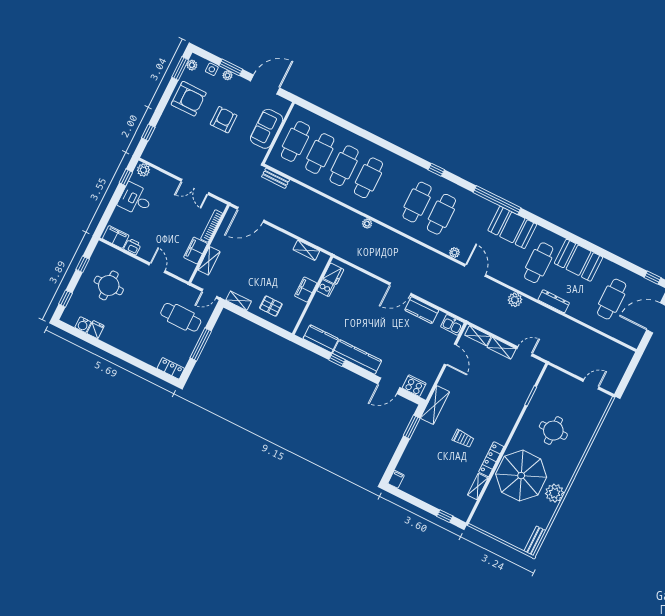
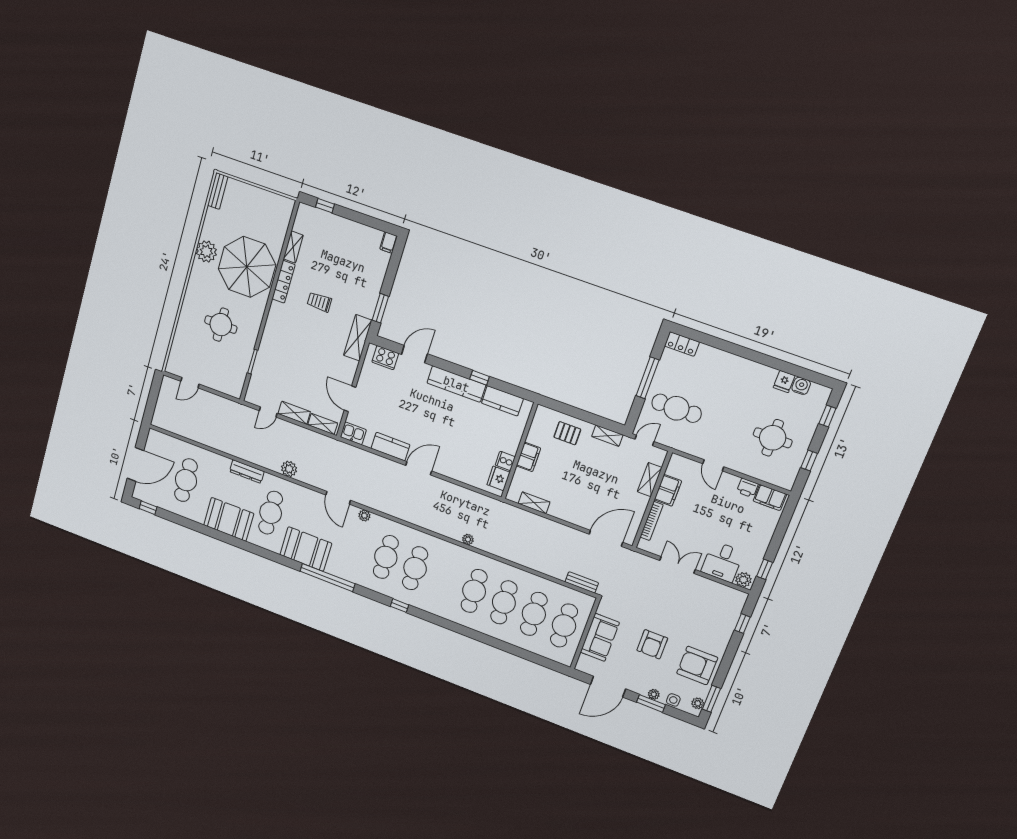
desk: (135, 199) -> (722, 562), moved, turned 90

